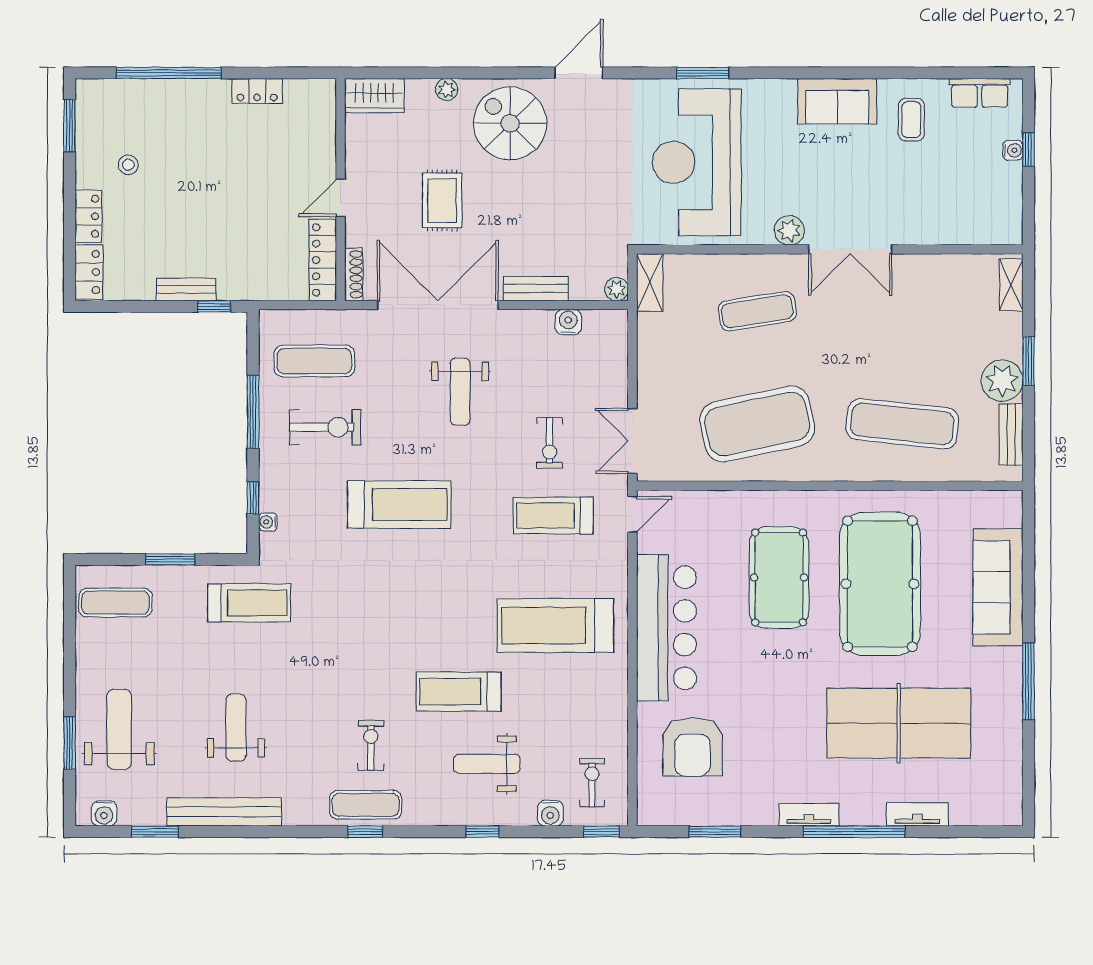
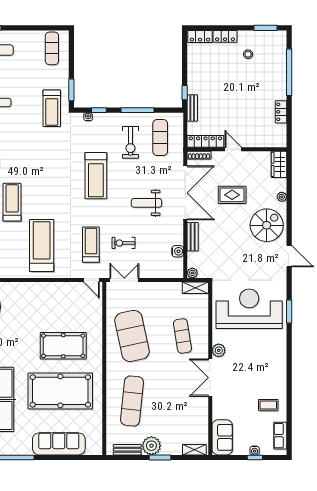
sofa: (837, 101) -> (222, 437), moved, turned 180
bench: (186, 289) -> (192, 108), moved
window: (170, 559) -> (71, 90), moved
bar counter: (666, 628) -> (41, 295), removed

